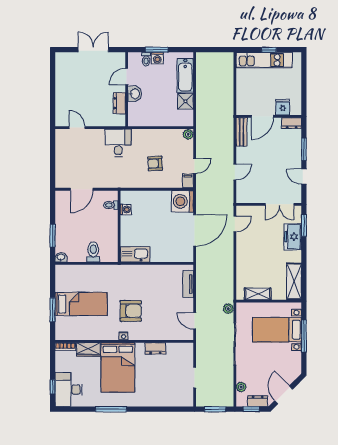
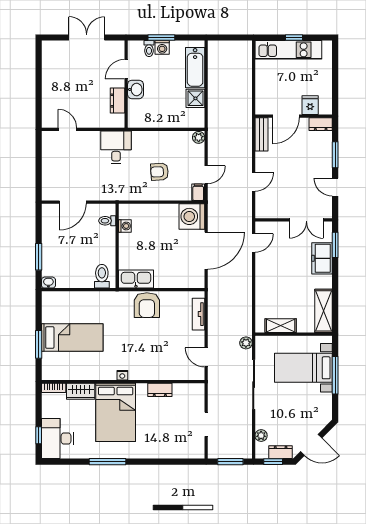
toilet: (93, 252) -> (102, 276), moved
armchair: (131, 311) -> (147, 305), moved, turned 90
door: (284, 395) -> (311, 445), swing flipped

